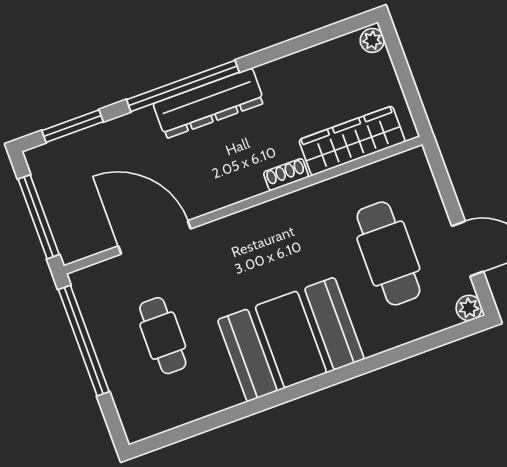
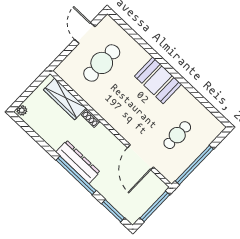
plant: (469, 308) -> (107, 21), removed
booth: (291, 340) -> (158, 80), width x0.73, depth x0.70

